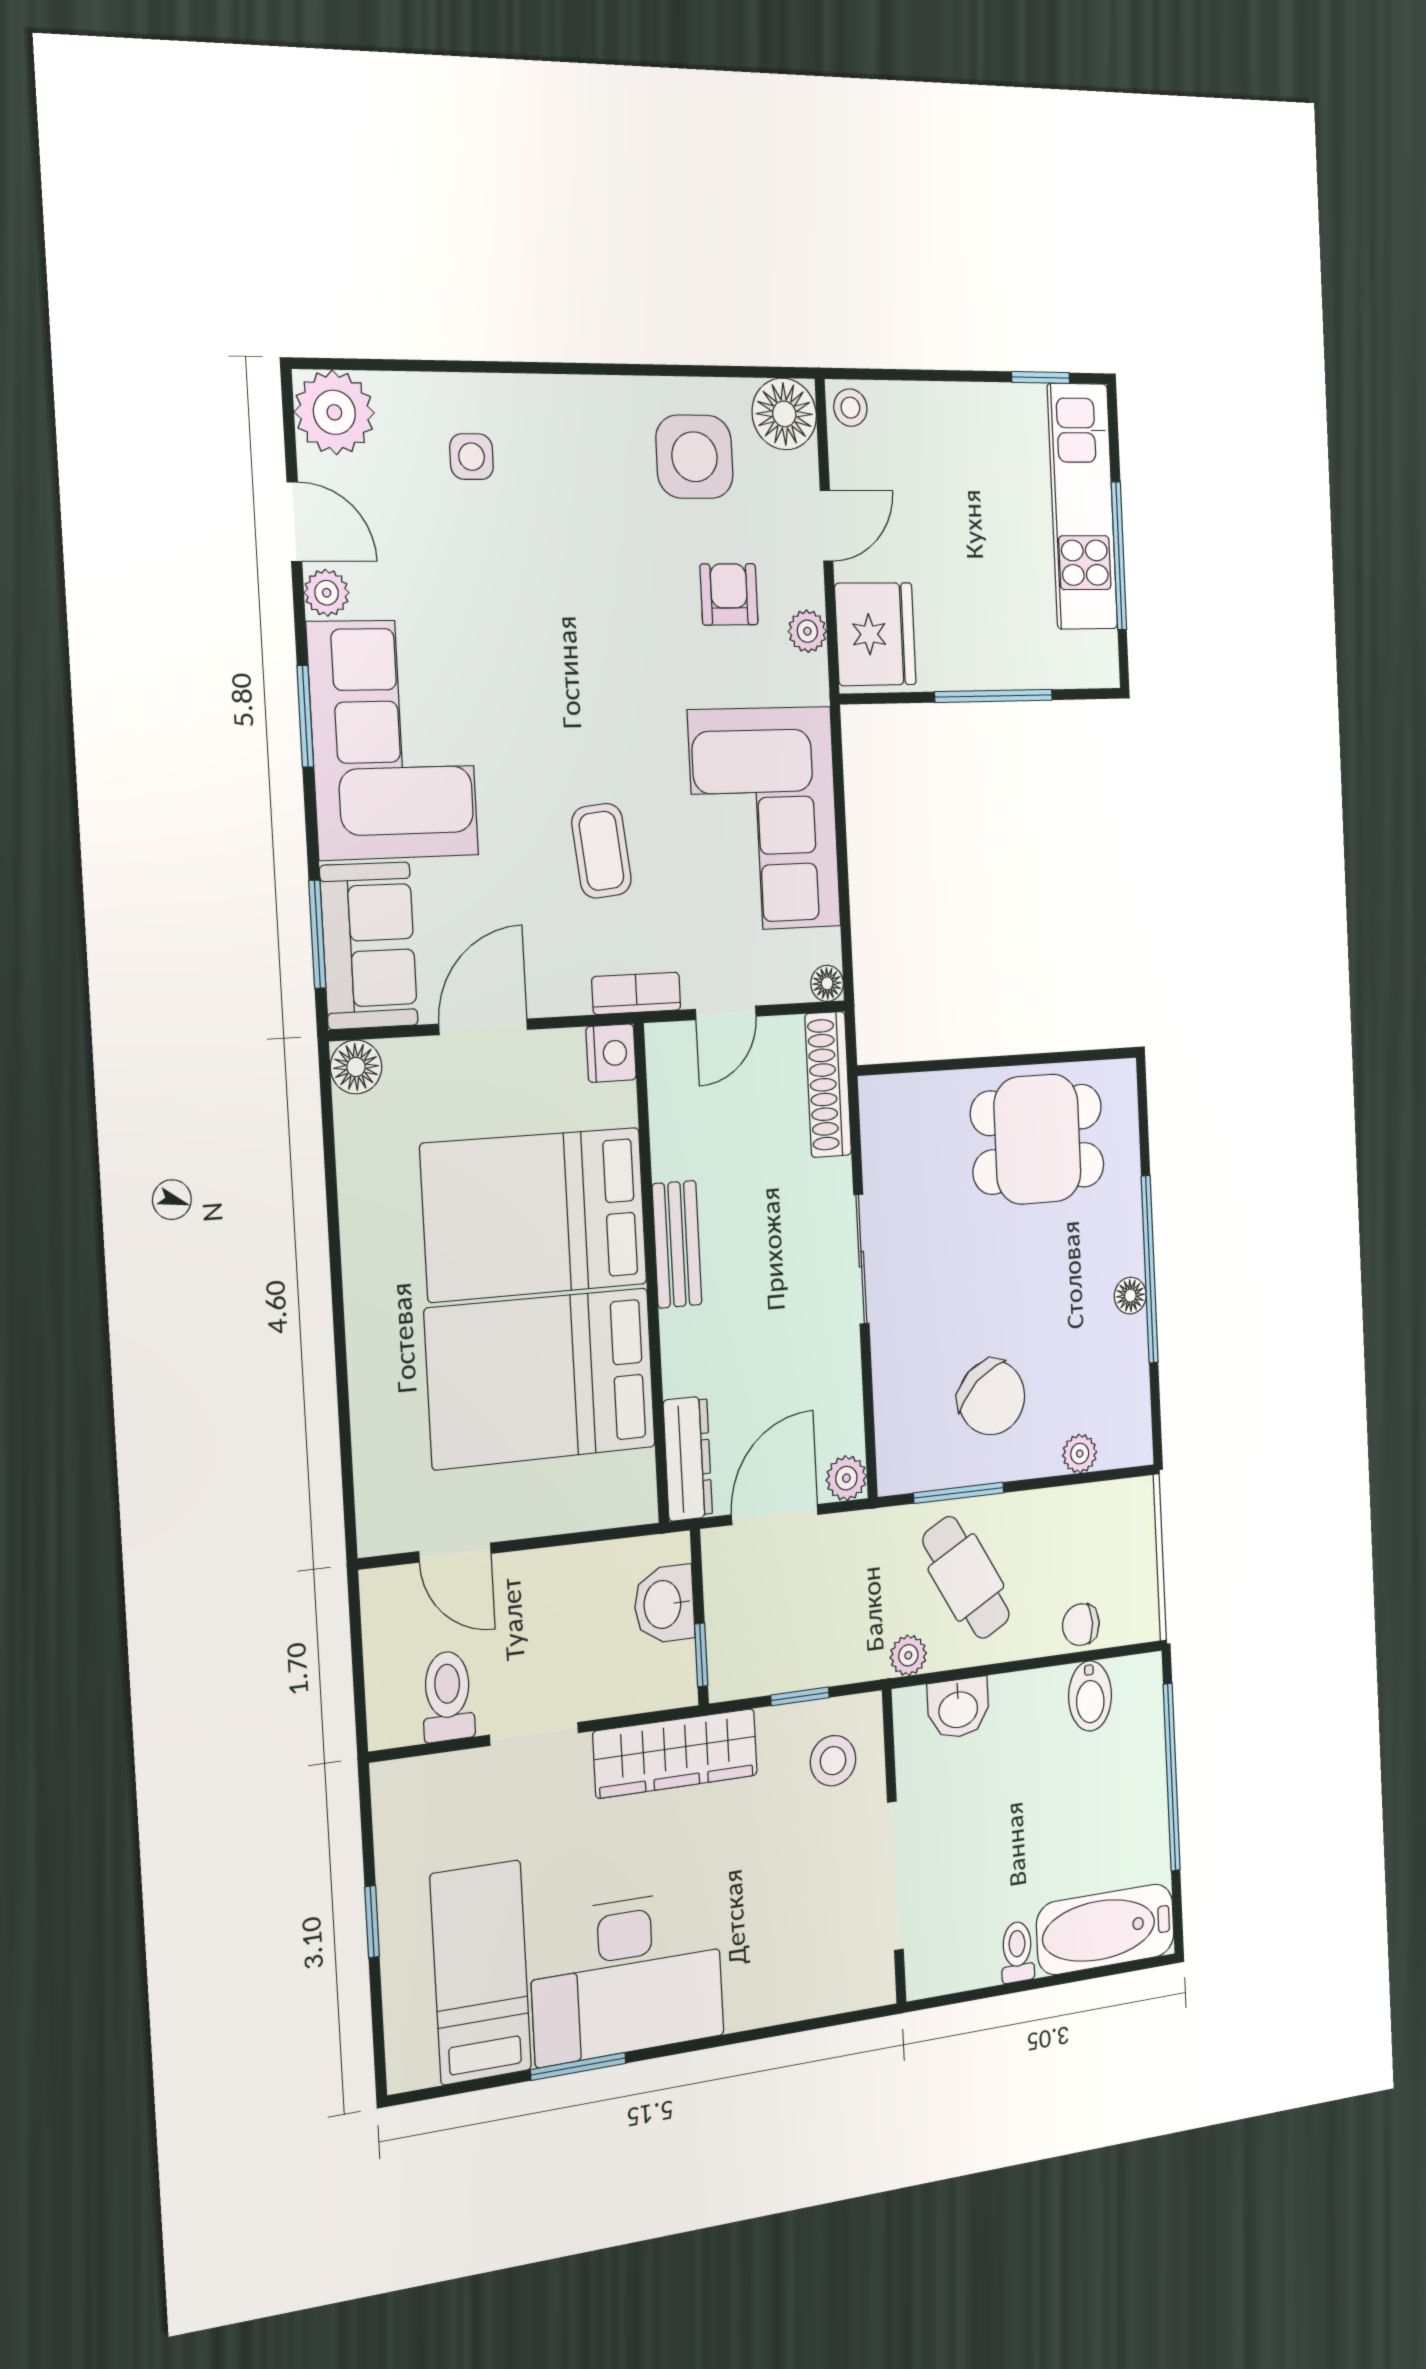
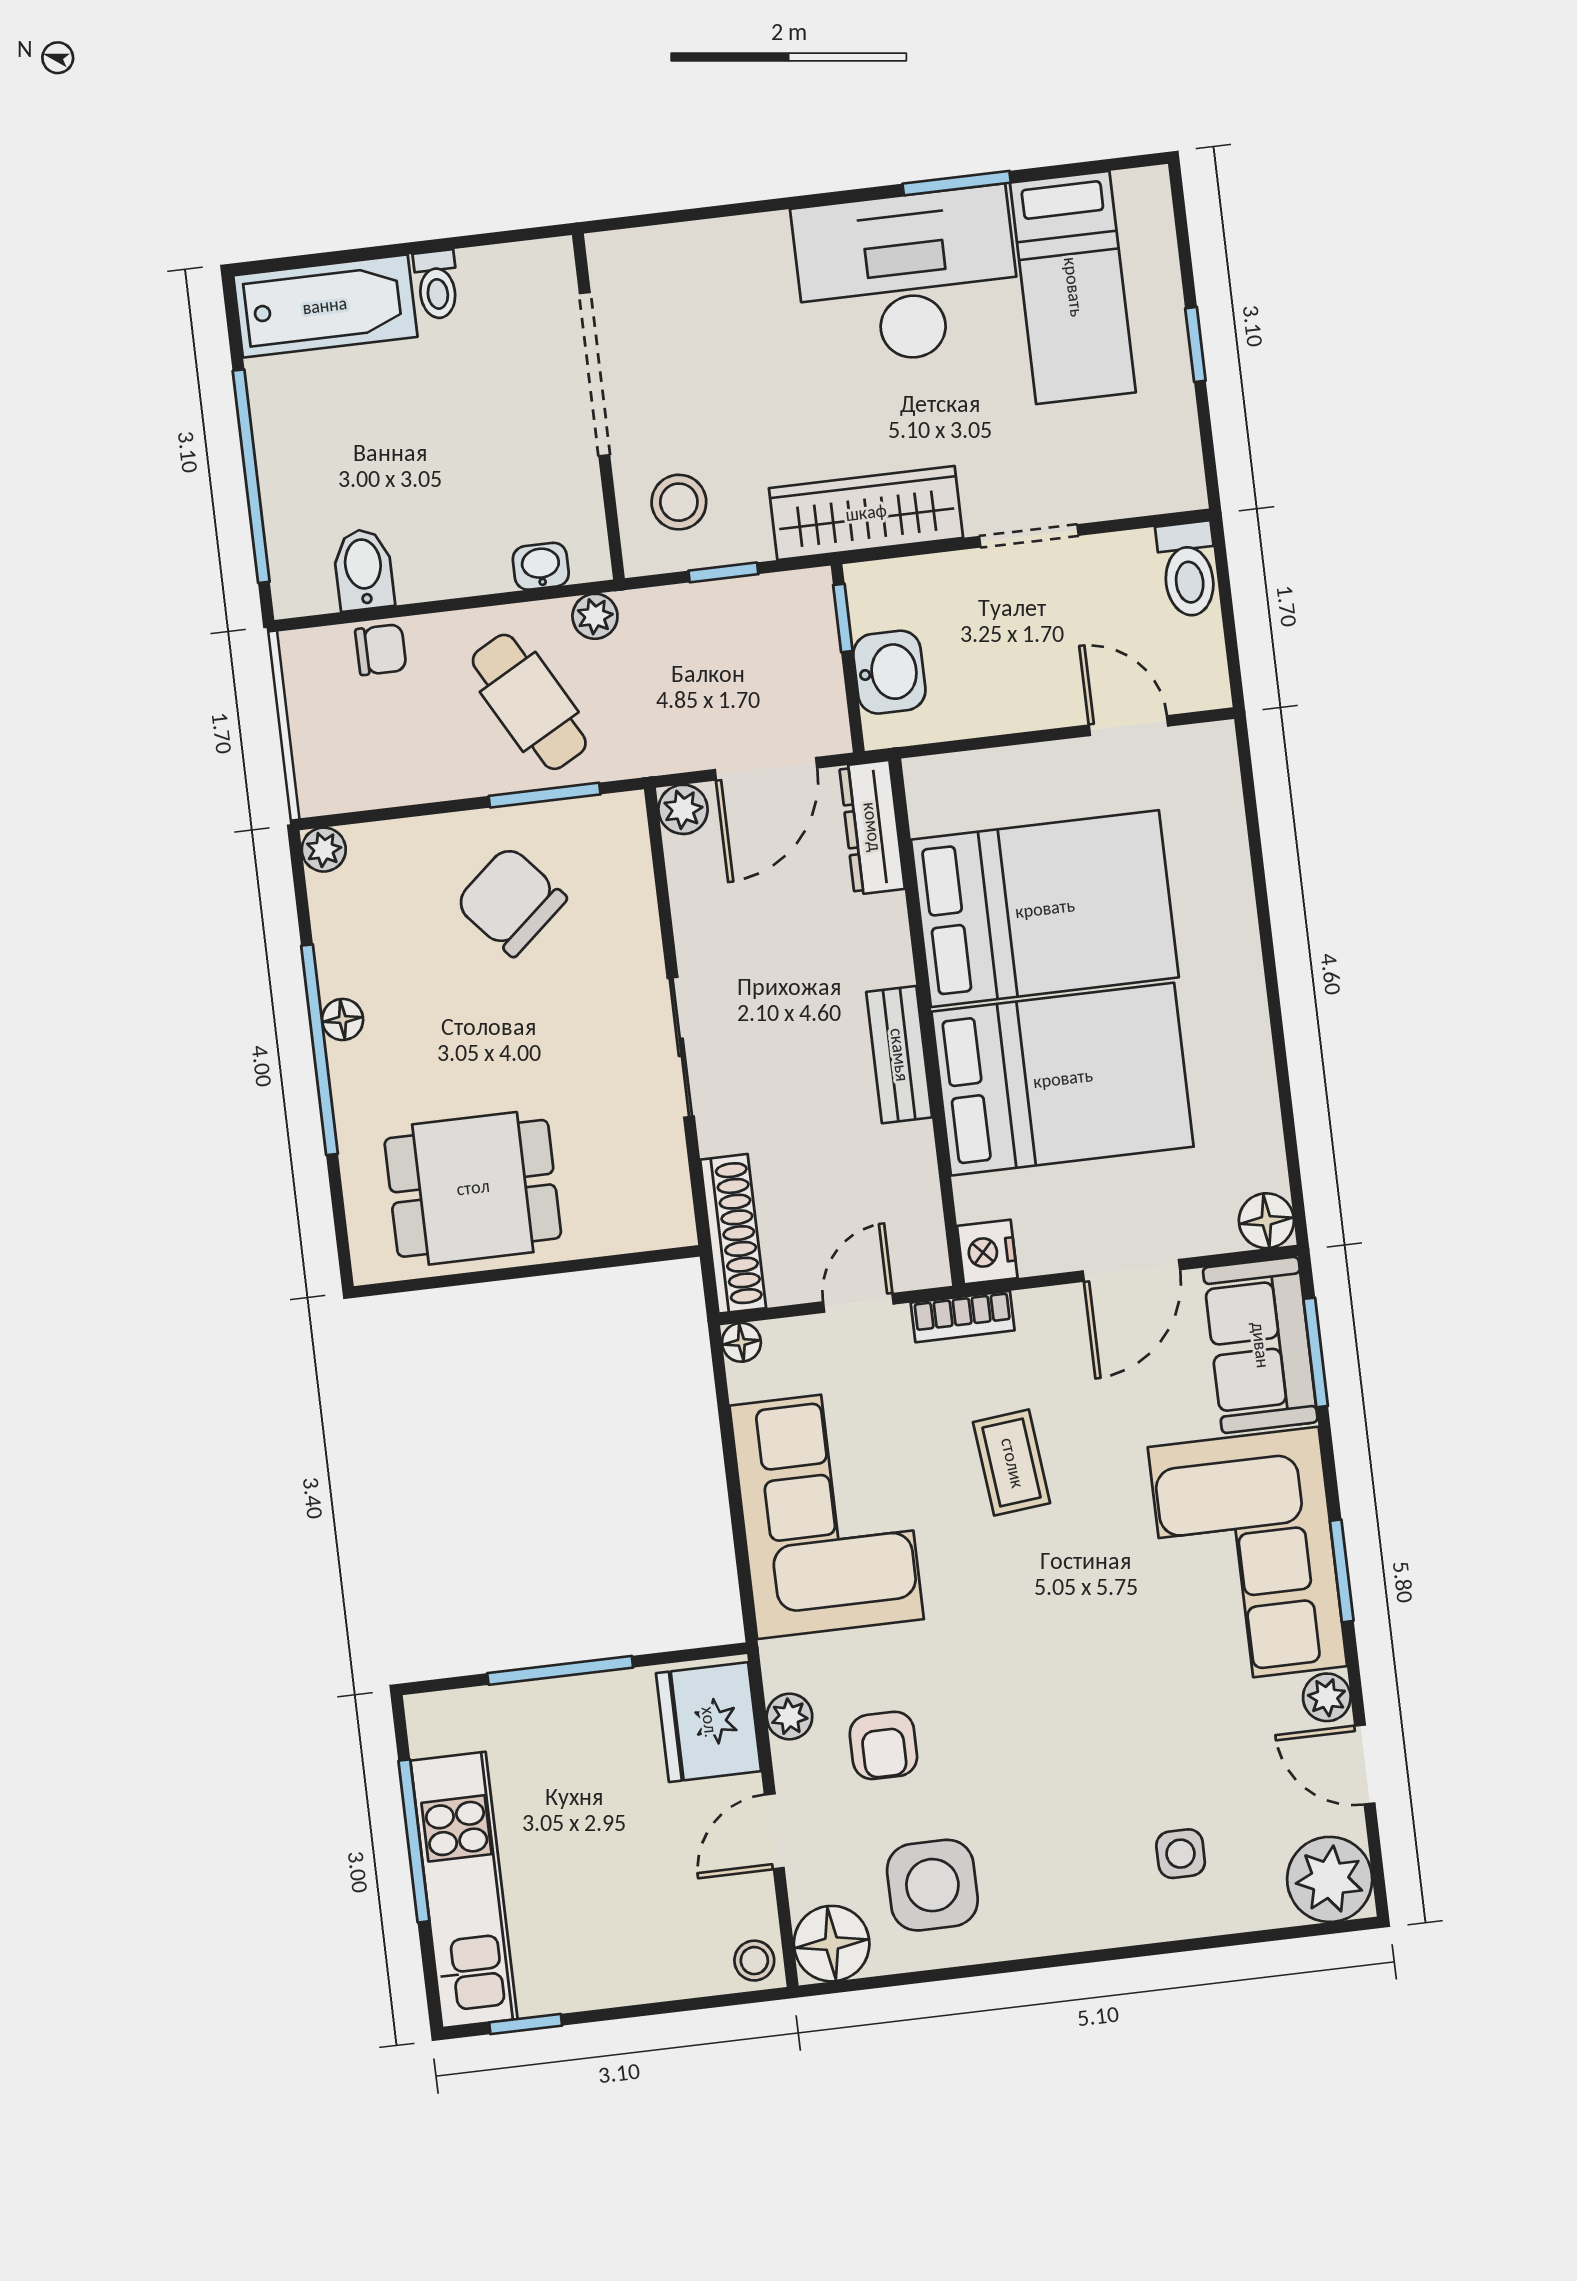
plant: (1080, 1454) -> (324, 850), moved
toilet: (448, 1696) -> (1188, 569), moved
washbasin: (958, 1708) -> (541, 566), width x0.72, depth x0.69

